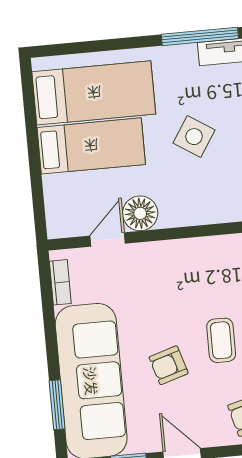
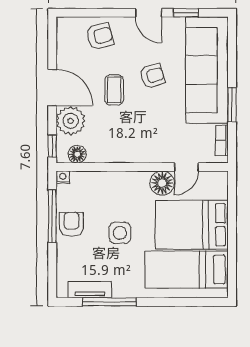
side table: (194, 137) -> (120, 233), turned -33
bed: (91, 146) -> (192, 225), width x1.50
window: (57, 405) -> (232, 105), moved

